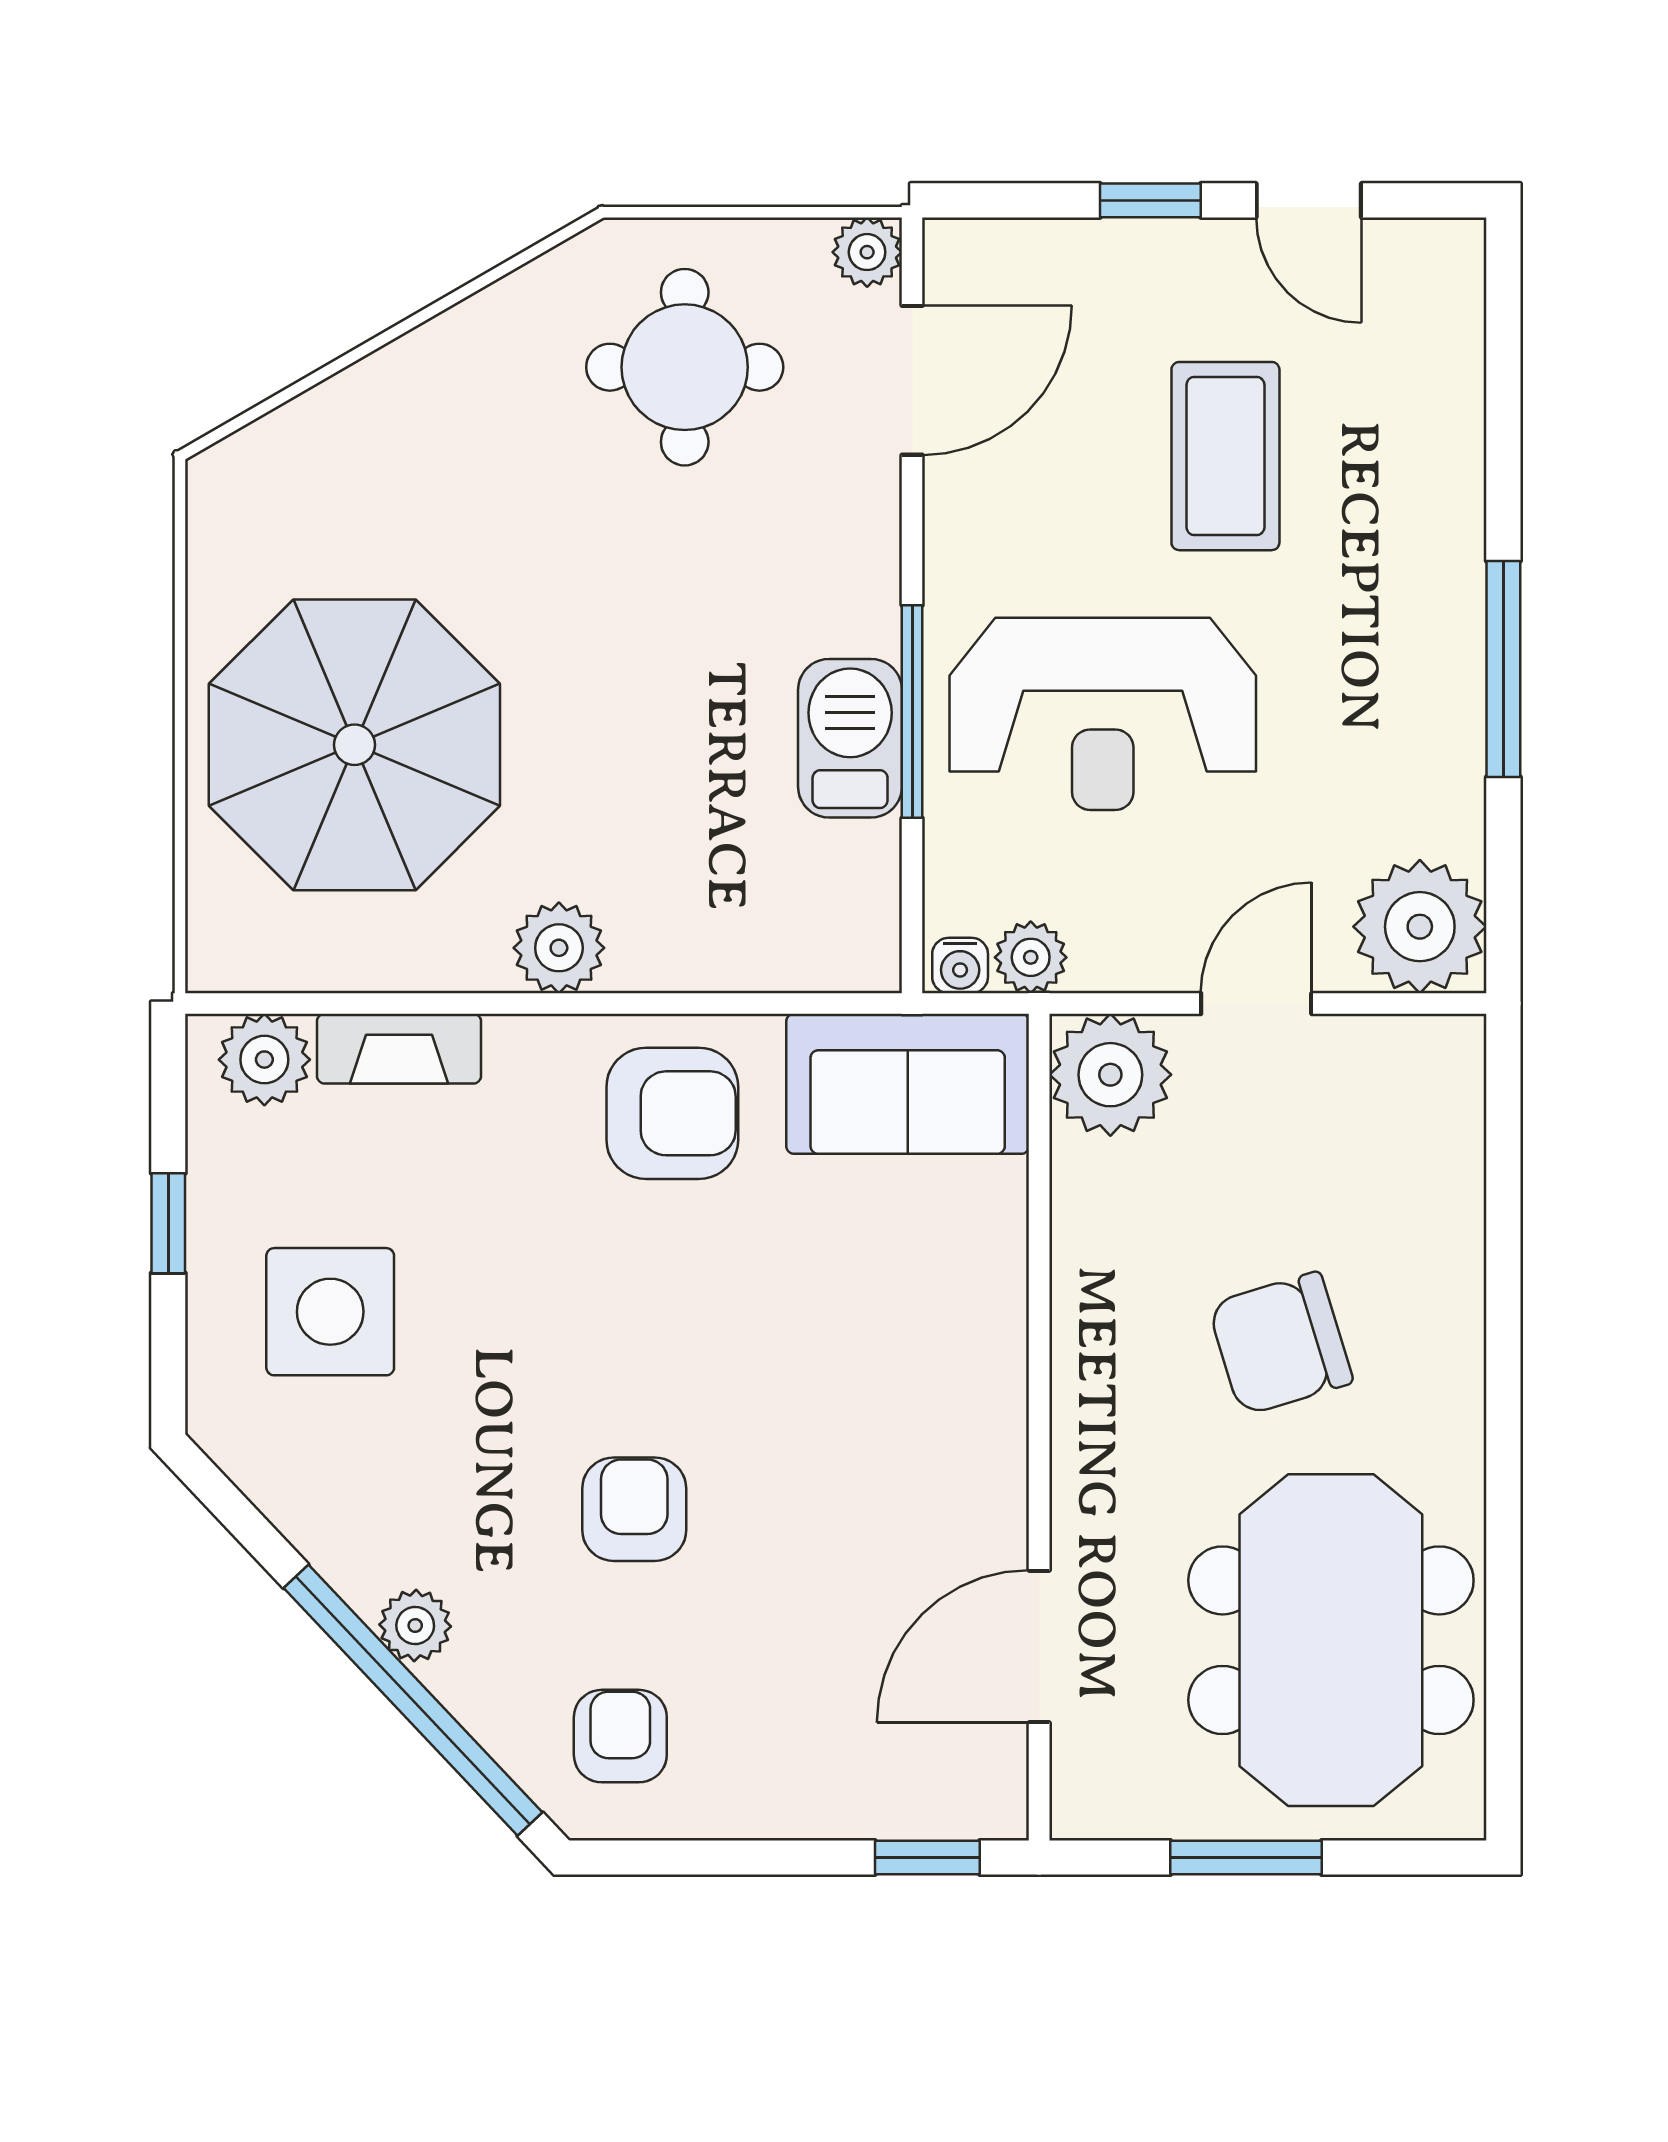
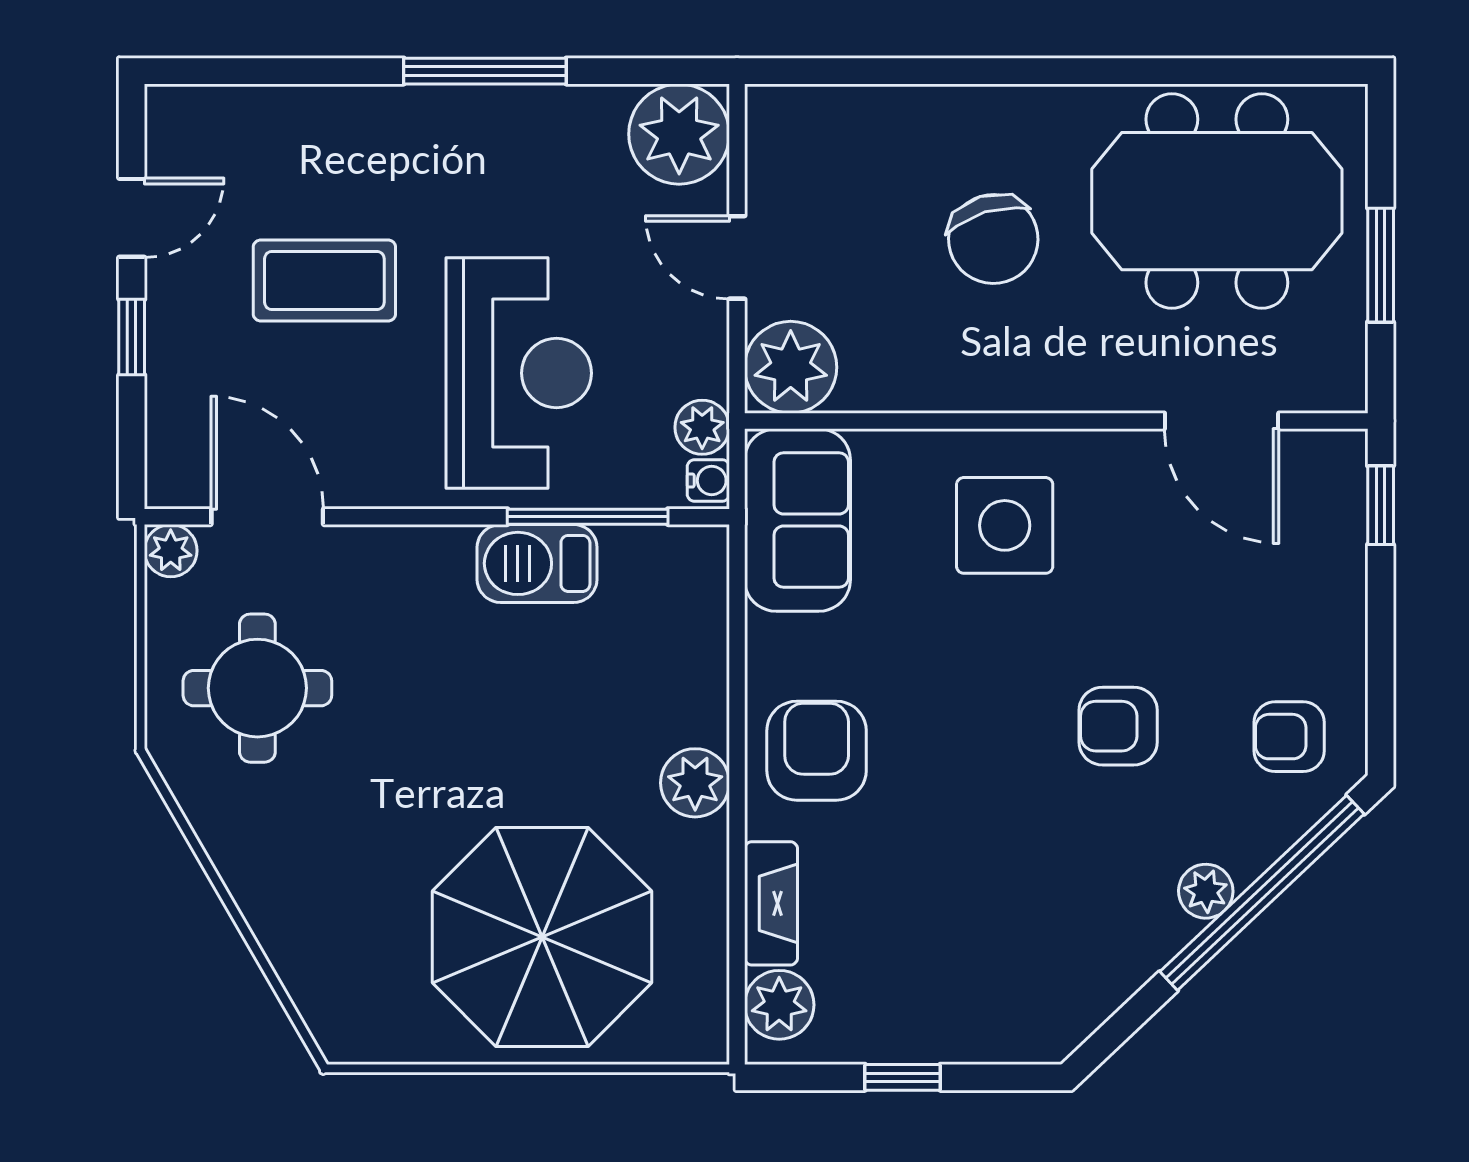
window: (912, 712) -> (588, 517), moved
armchair: (672, 1113) -> (817, 751), moved
side table: (330, 1312) -> (1005, 525), moved

